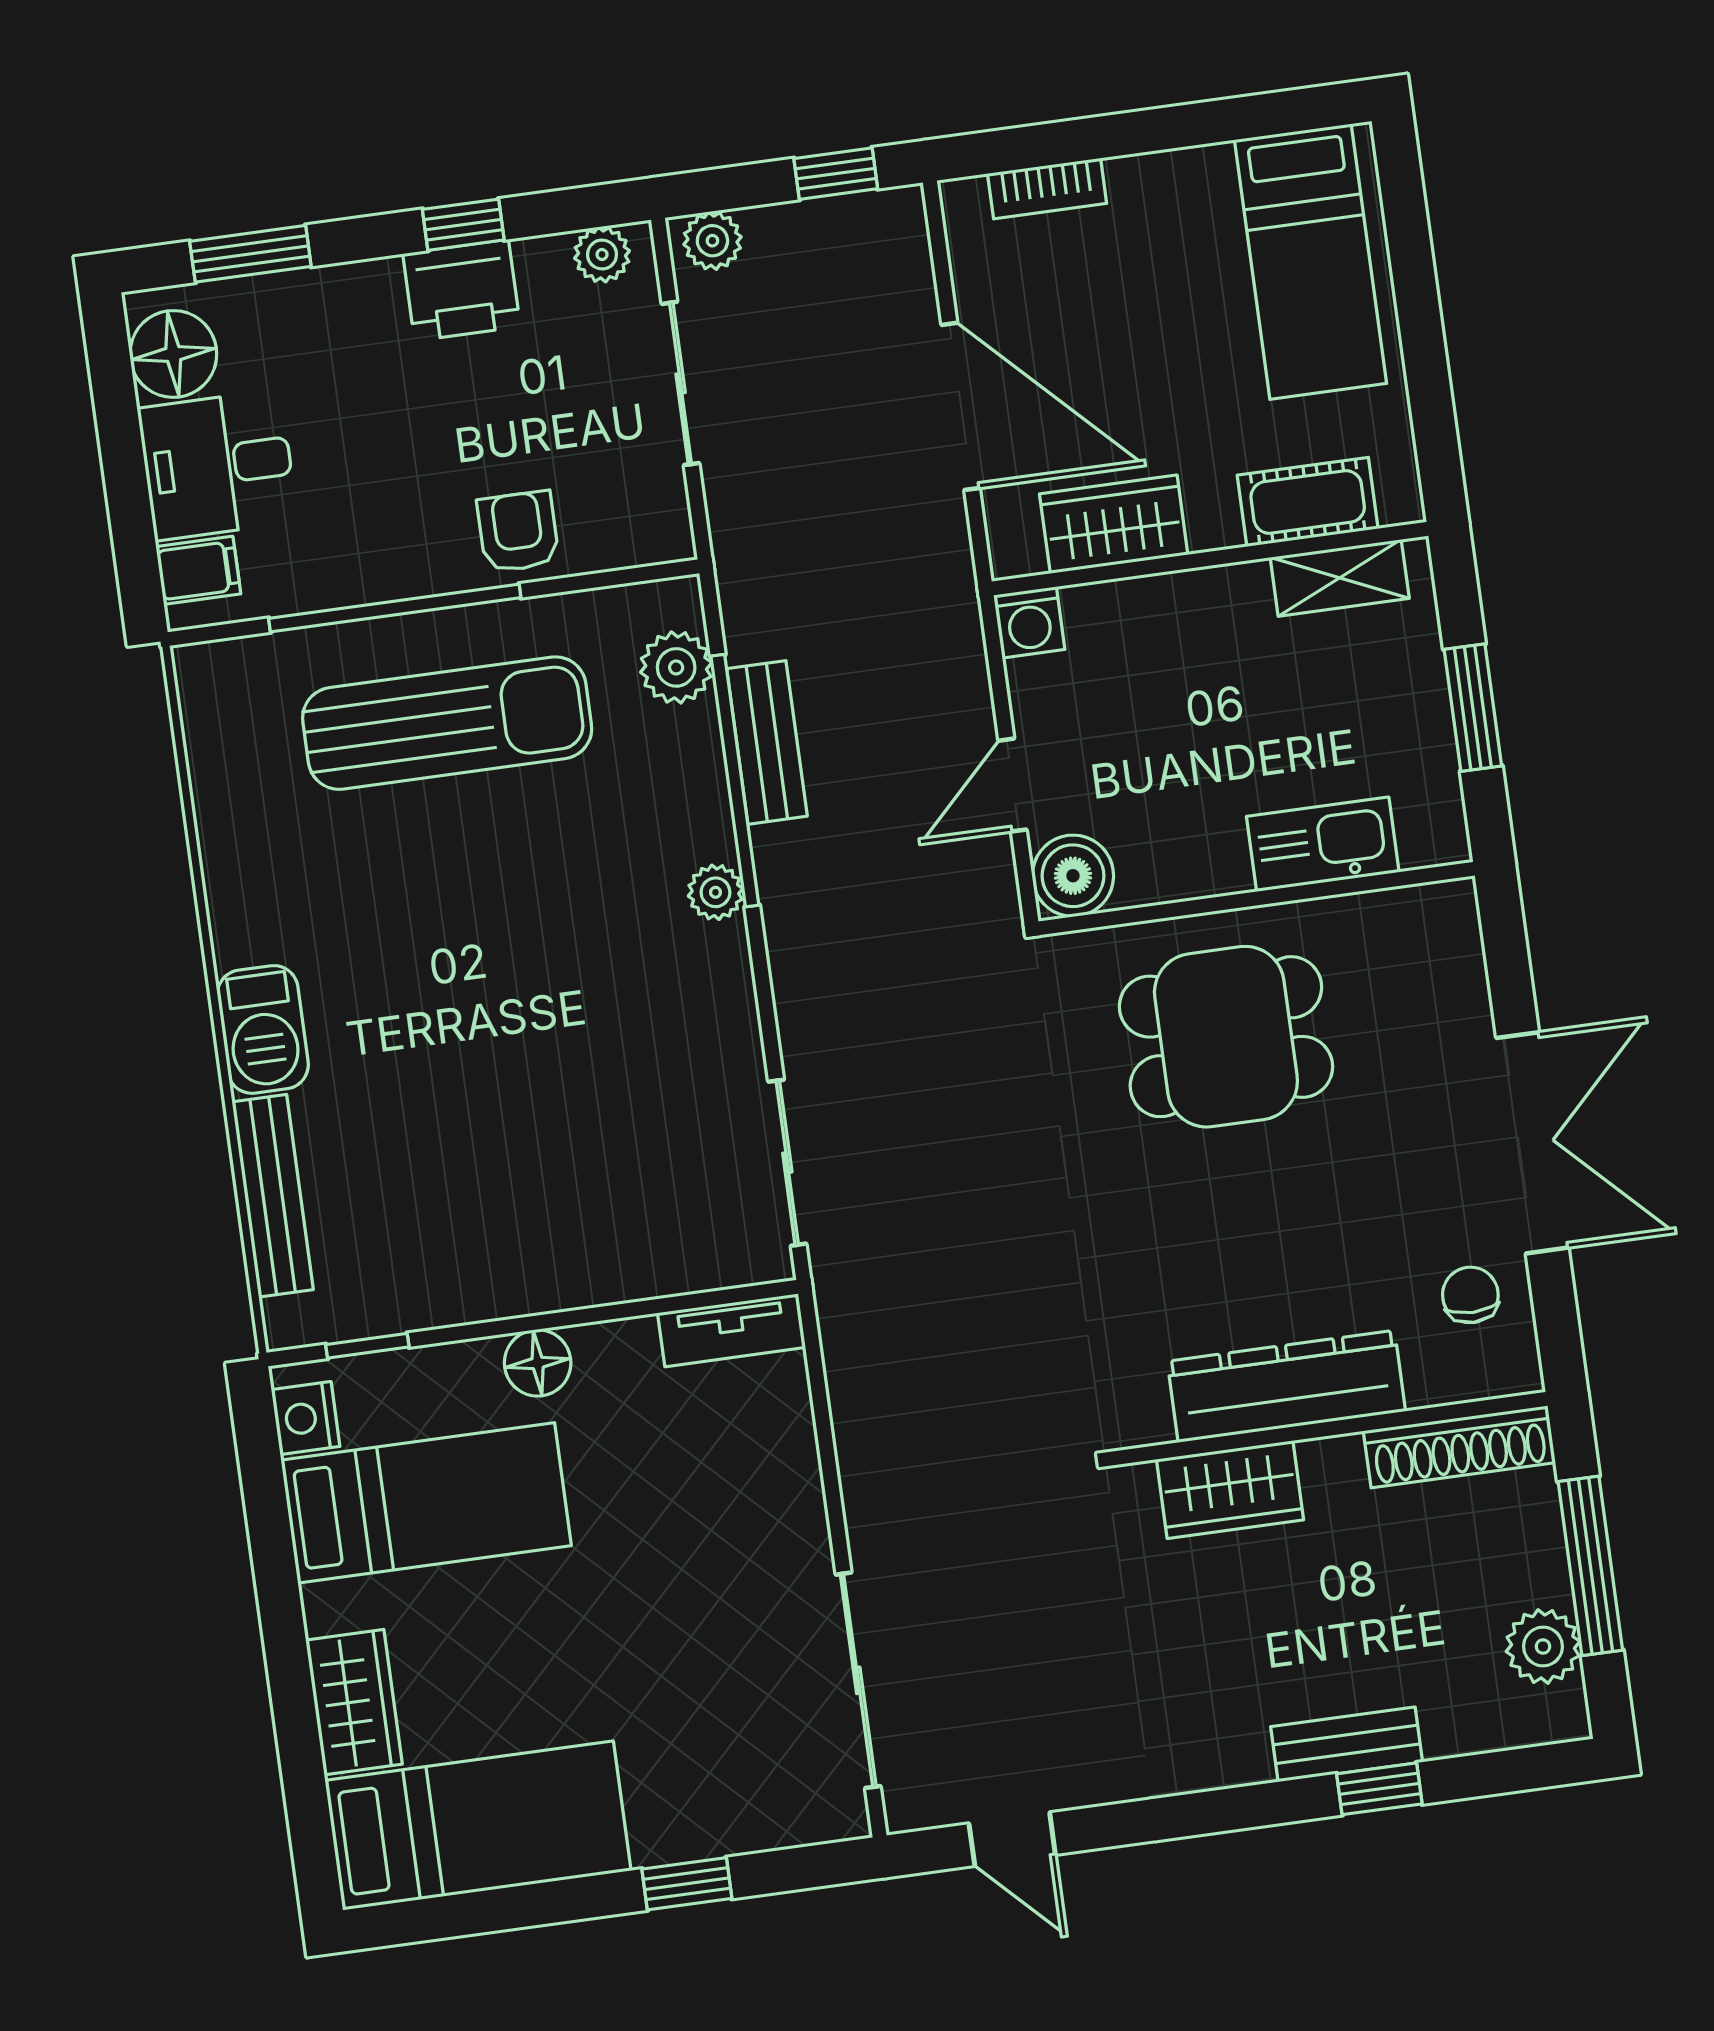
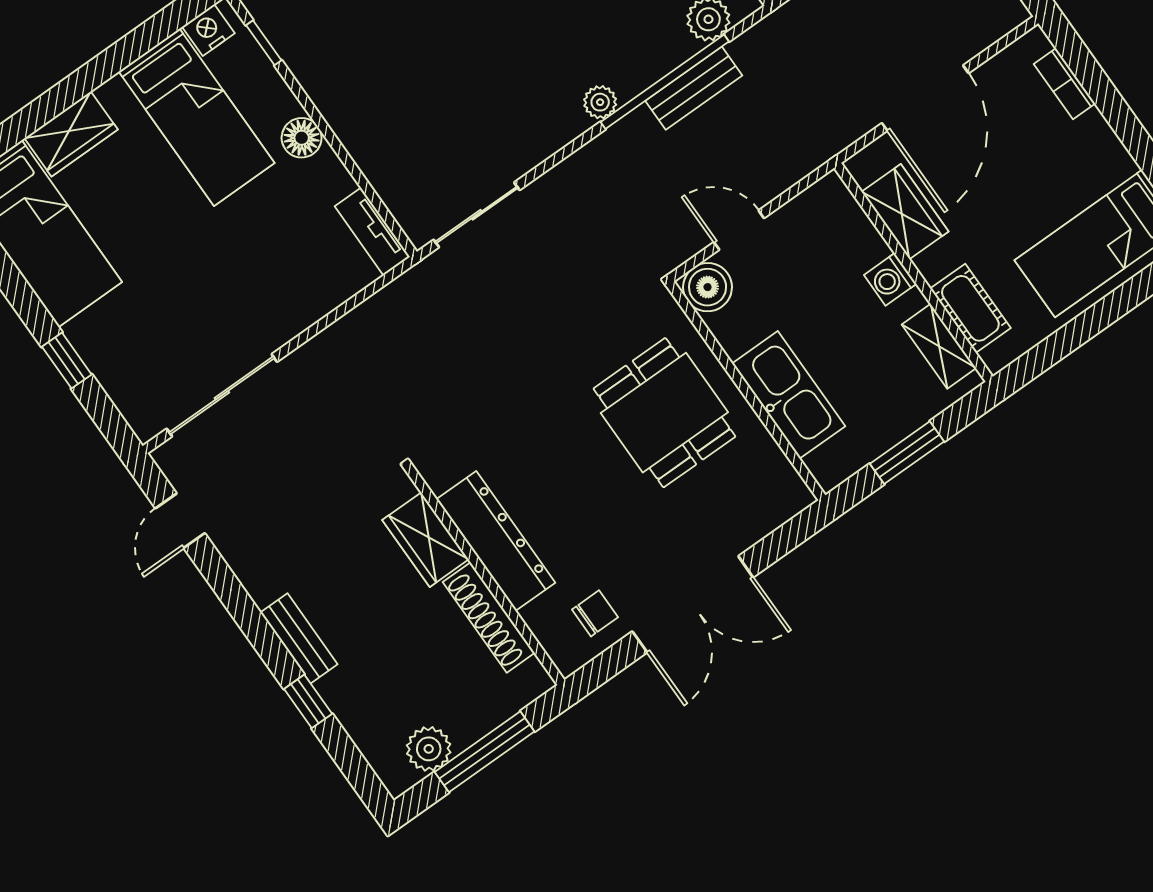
washing machine: (1029, 622) -> (890, 279), moved
kitchen sink: (1323, 844) -> (789, 395), width x1.36, depth x1.24
shoe rack: (1459, 1447) -> (489, 617), moved
bench: (1347, 1744) -> (299, 638), moved

